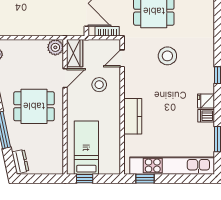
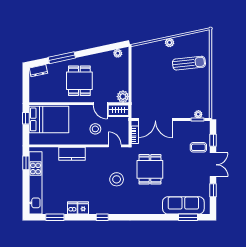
bed: (86, 148) -> (49, 119), width x1.50

